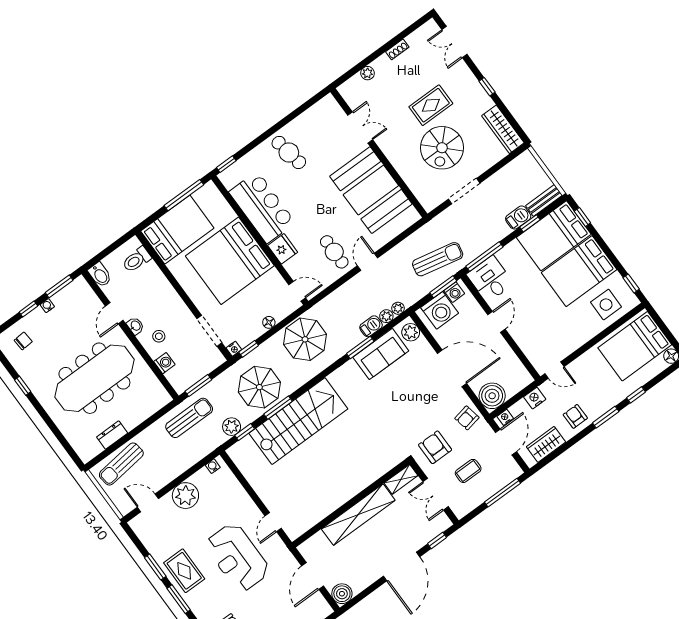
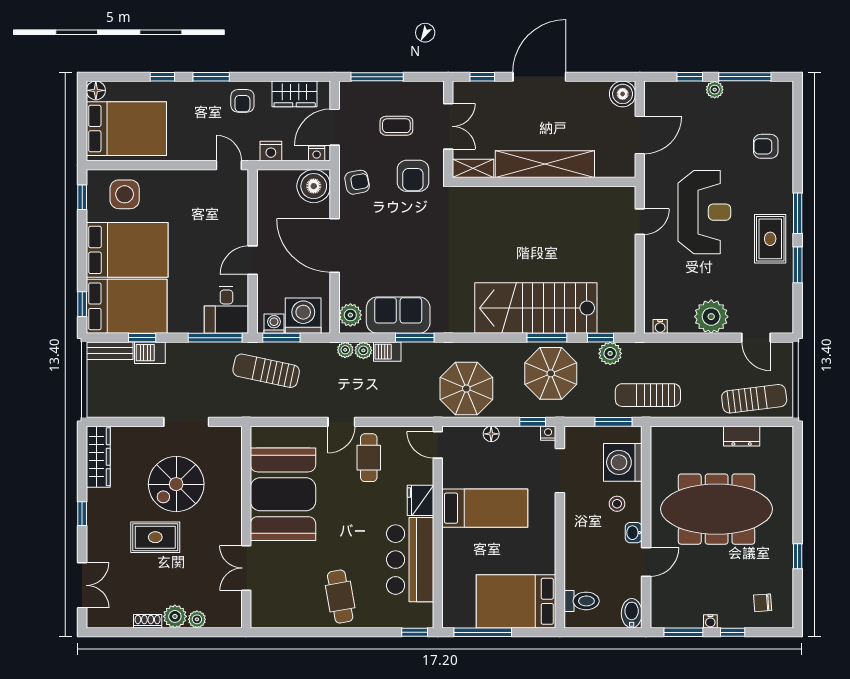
plant: (383, 65) -> (175, 616), added
spiral stairs: (442, 148) -> (176, 484), turned 180
bed: (230, 261) -> (485, 508), width x0.49
washing machine: (164, 363) -> (623, 462), width x1.89, depth x1.89

